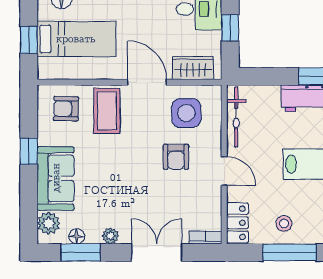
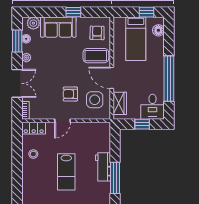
window: (29, 40) -> (146, 12), moved
door: (147, 82) -> (112, 78), swing flipped
bicycle: (236, 117) -> (92, 128), removed
window: (290, 252) -> (17, 157), removed

